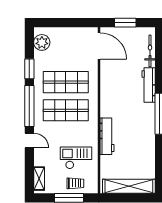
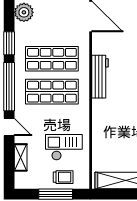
workbench: (107, 136) -> (100, 77), moved
shelving: (39, 179) -> (21, 157), moved

